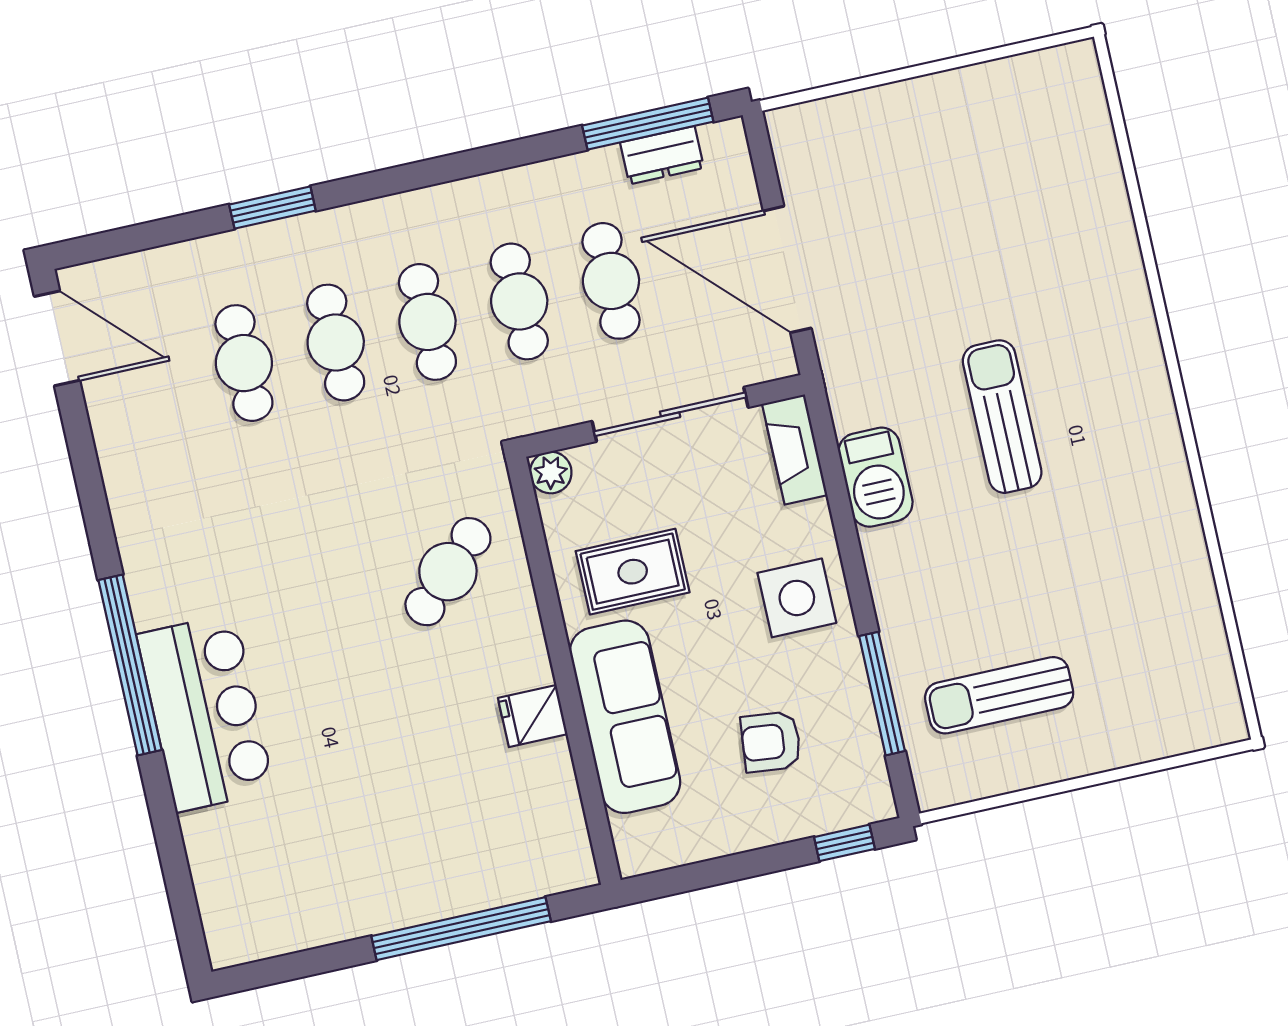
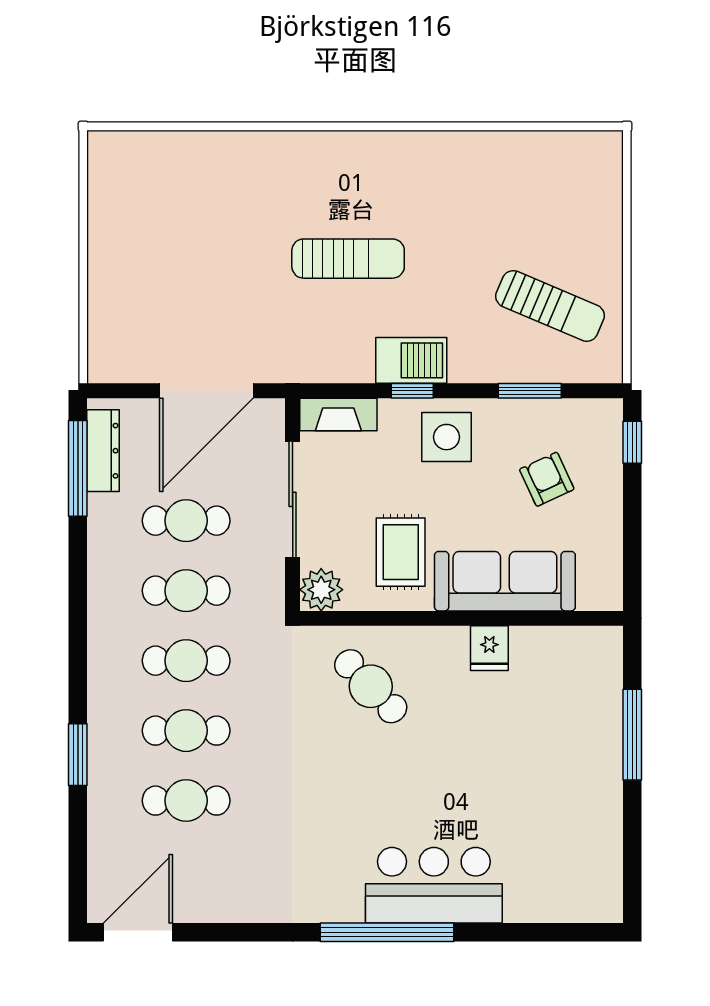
dresser: (662, 155) -> (103, 451), width x1.44
sun lounger: (1002, 417) -> (348, 259), turned 180
plant: (551, 472) -> (321, 590), width x1.38, depth x1.38
barbecue: (876, 477) -> (411, 360), moved
window: (848, 539) -> (412, 391), added
window: (882, 694) -> (530, 391), width x0.69
sun lounger: (999, 695) -> (550, 306), turned -67
armchair: (771, 742) -> (547, 479), turned 149
window: (461, 929) -> (632, 735), width x0.68

